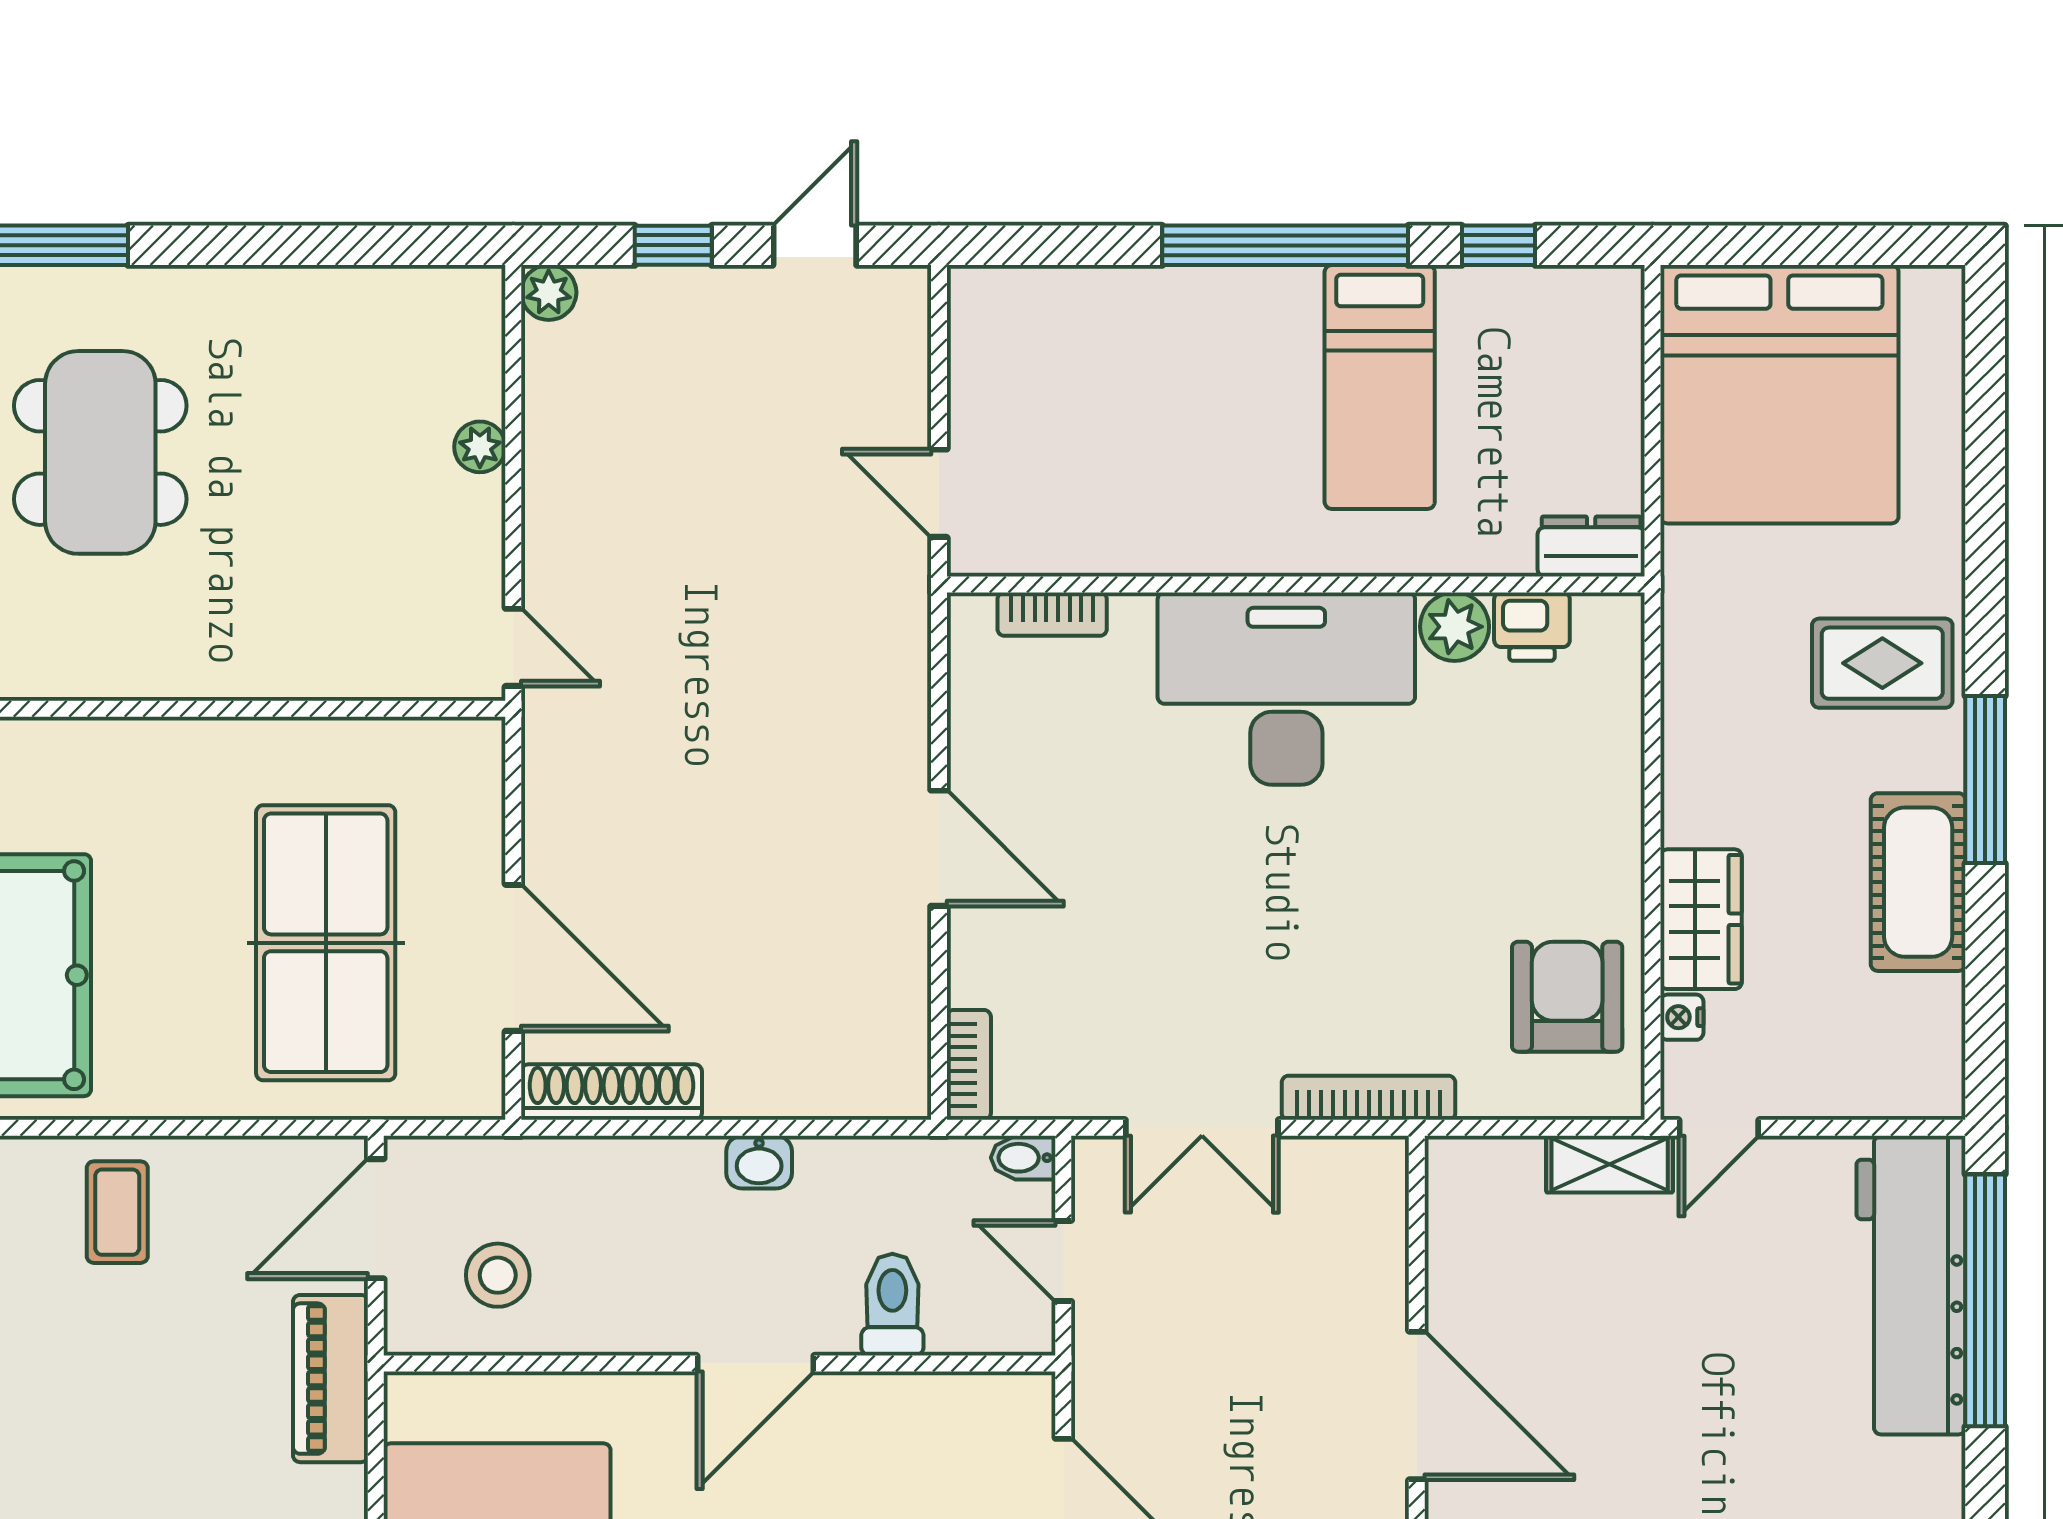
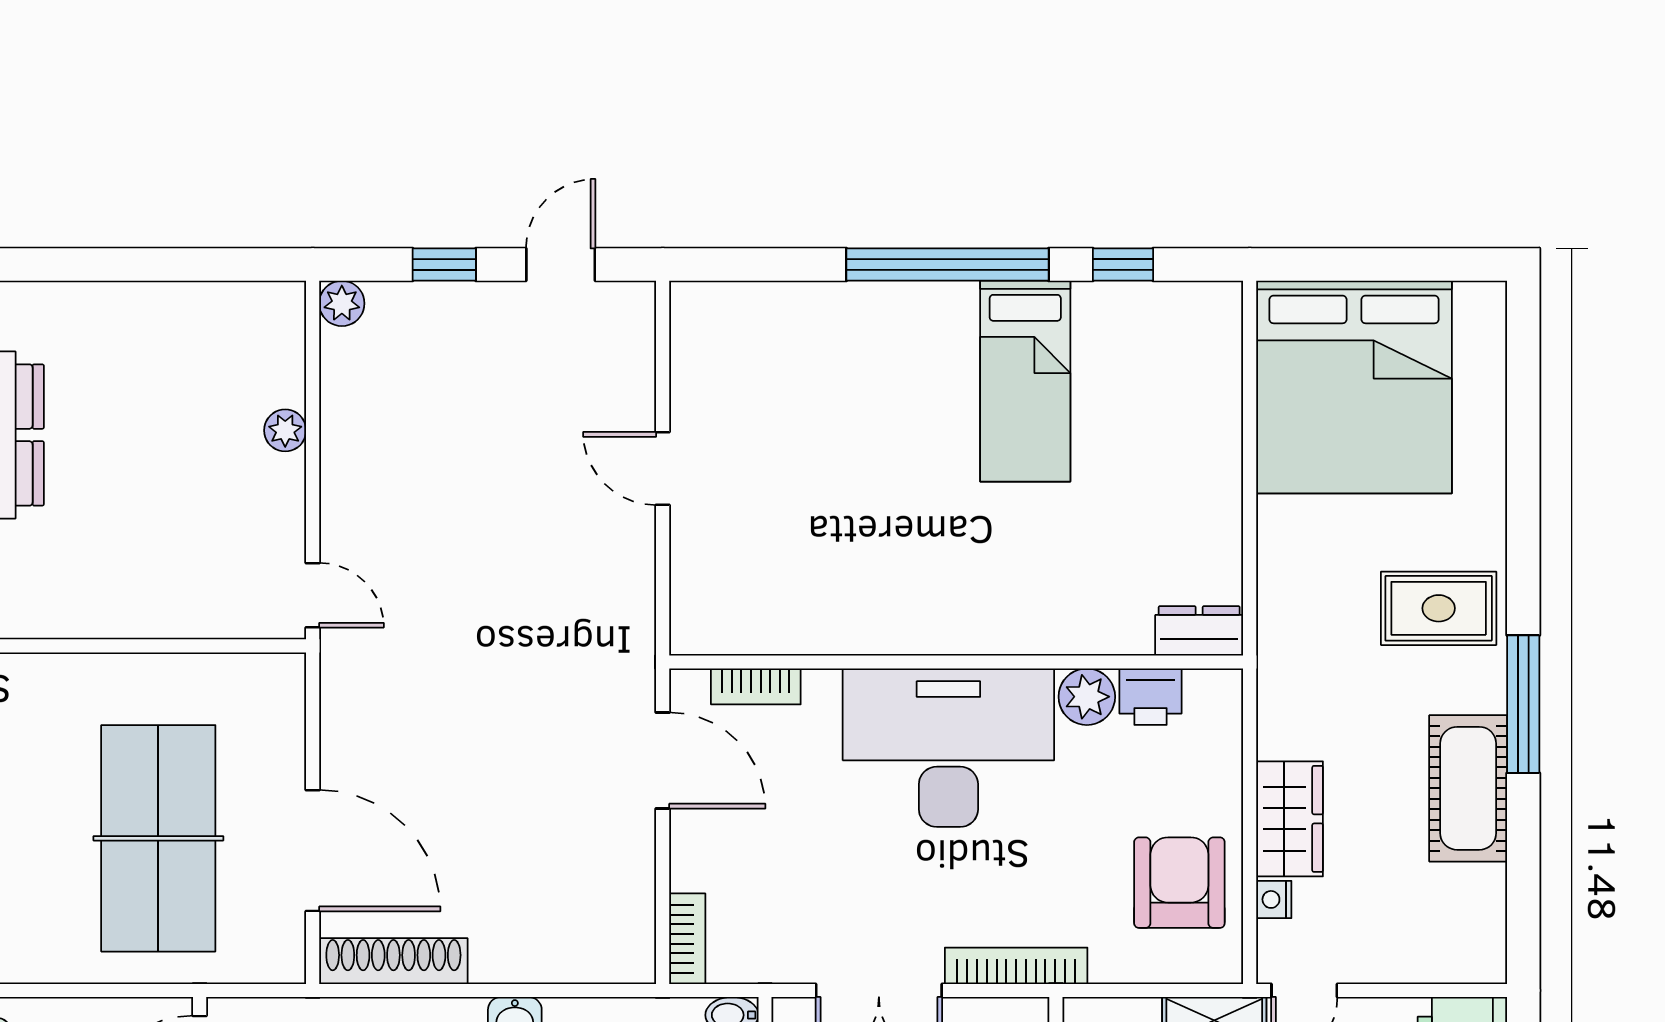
dresser: (1591, 546) -> (1199, 631), moved
wall: (1296, 584) -> (956, 662), moved
bookcase: (1052, 614) -> (756, 686), moved
plant: (1455, 627) -> (1087, 697), moved
printer: (1532, 627) -> (1150, 697), moved
desk: (1286, 689) -> (948, 748), moved

